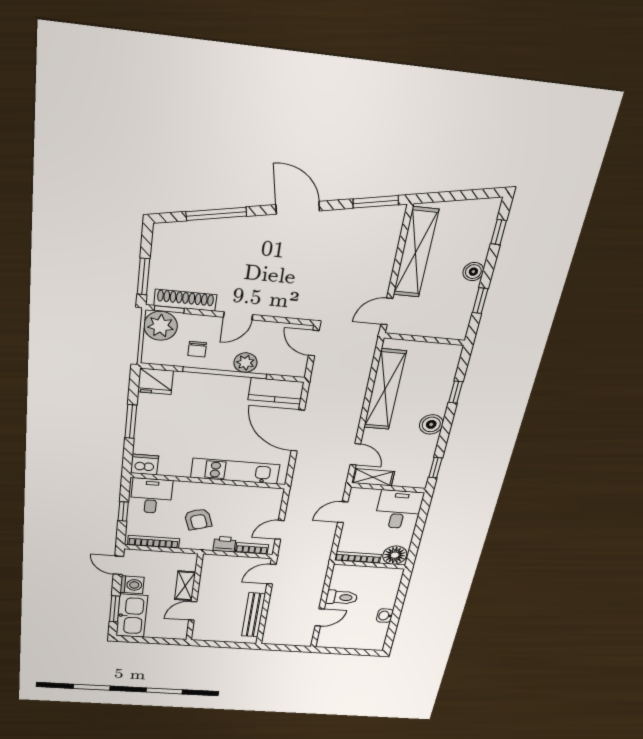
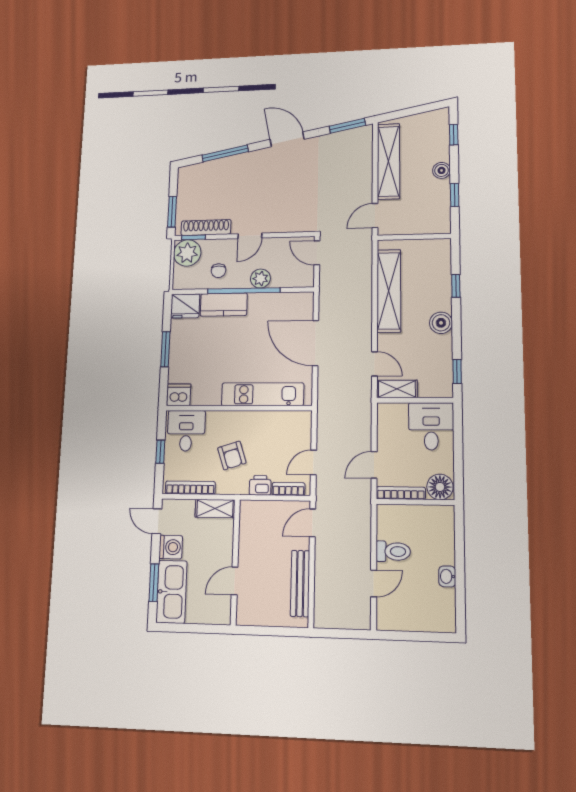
kitchen counter: (276, 391) -> (224, 305), moved
door: (343, 512) -> (374, 465), moved
shelving: (185, 586) -> (215, 508), moved, turned 90

